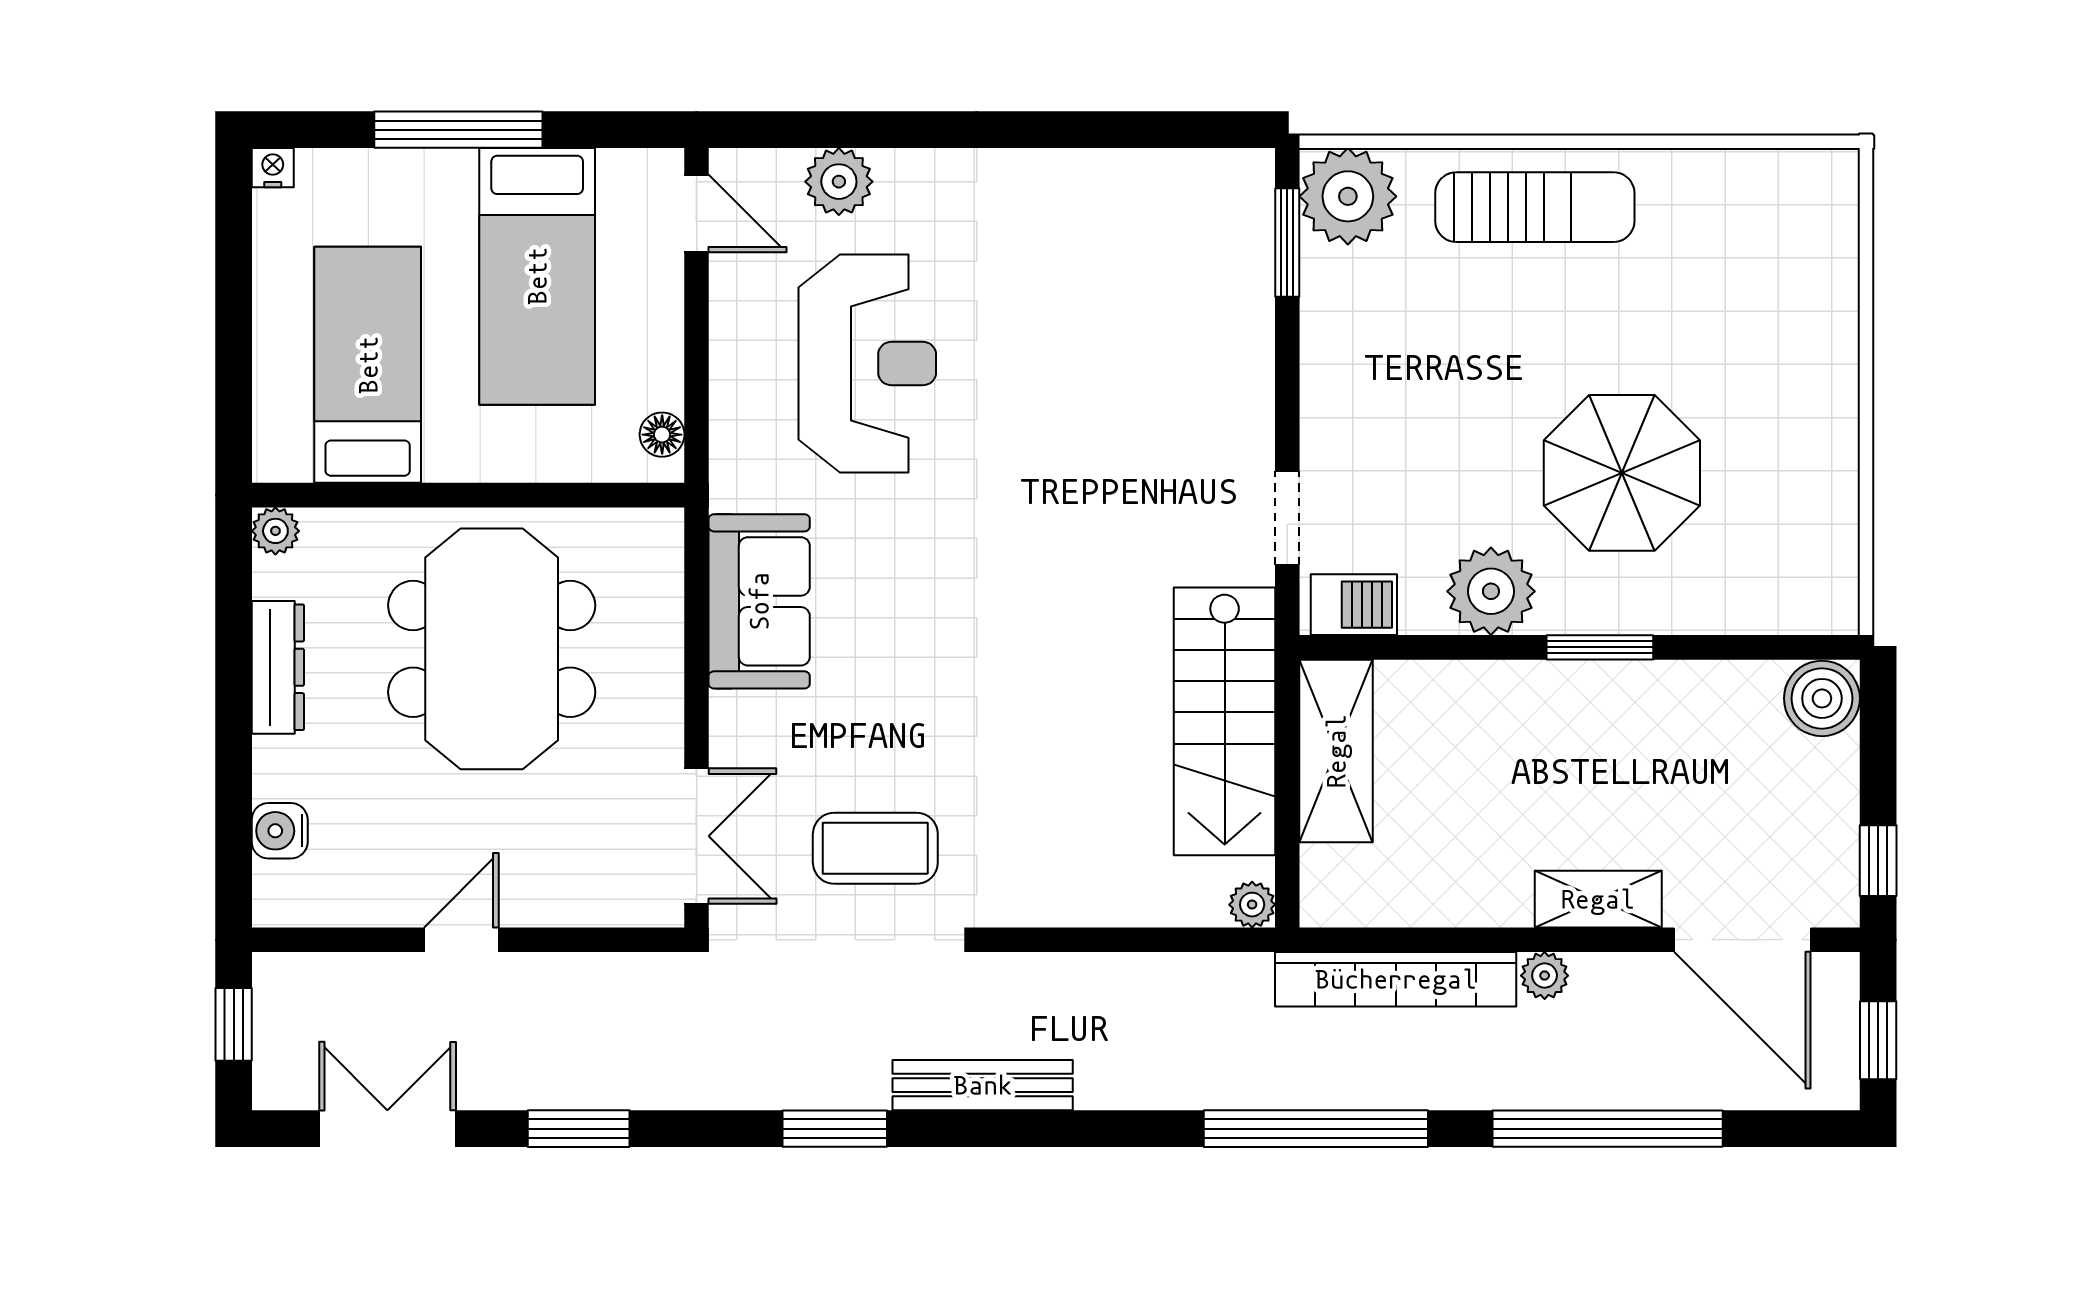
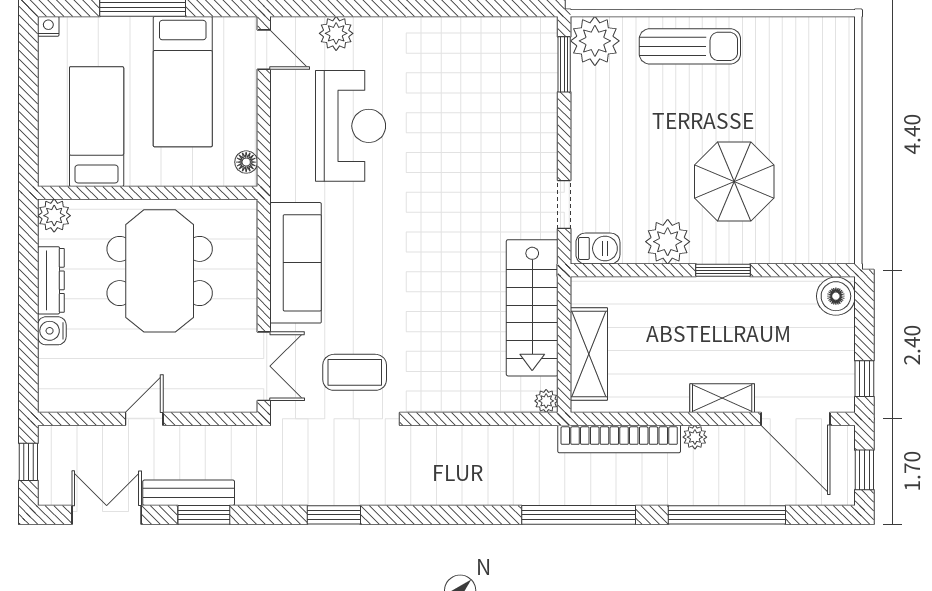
plant: (275, 531) -> (54, 216), width x1.38, depth x1.38
sofa: (759, 601) -> (296, 263), width x1.36
shelving: (1336, 751) -> (589, 354), moved
water cooler: (280, 831) -> (52, 331), moved
bench: (983, 1085) -> (189, 493), moved

